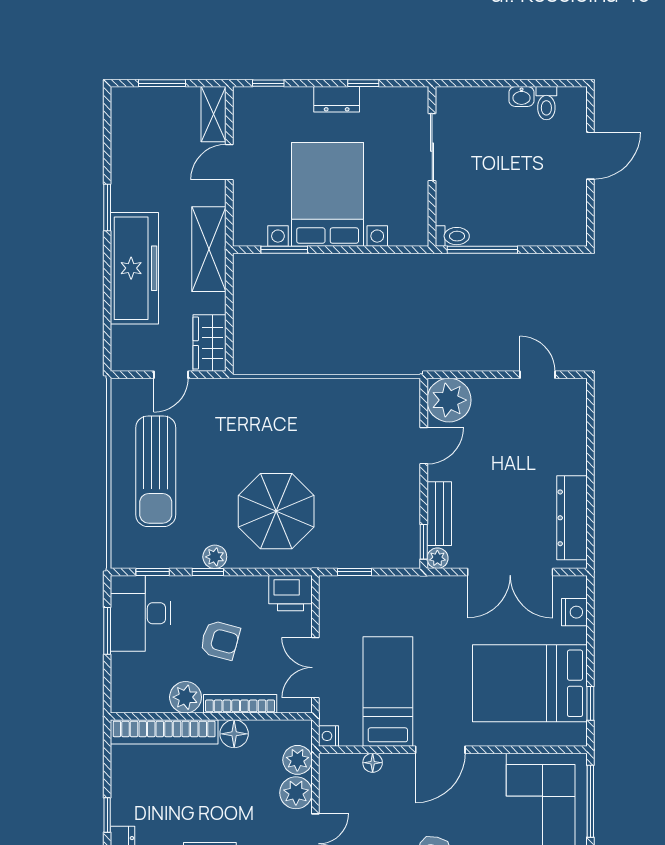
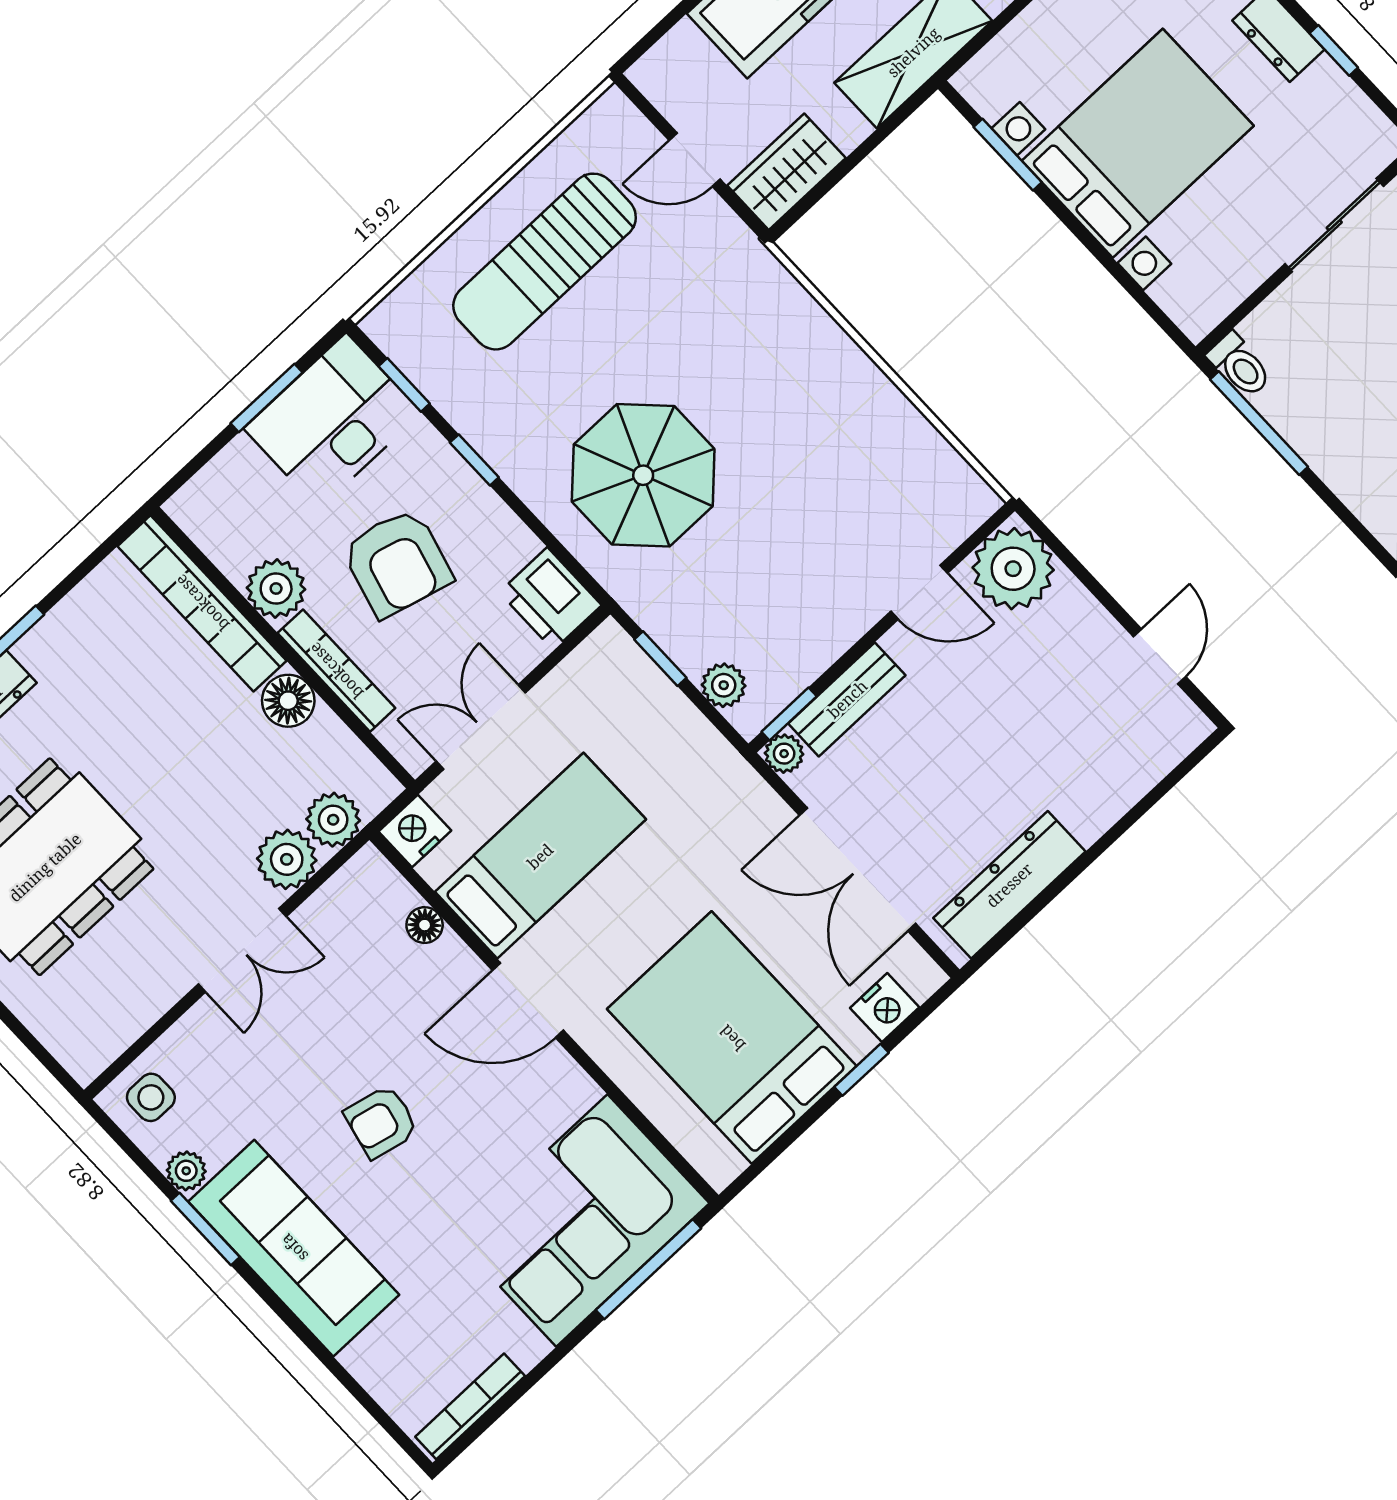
plant: (215, 557) -> (724, 685), moved
armchair: (220, 640) -> (397, 563), width x1.38, depth x1.38
window: (590, 703) -> (862, 1070), moved
nightstand: (329, 736) -> (415, 831), width x1.39, depth x1.35

